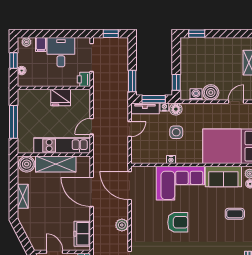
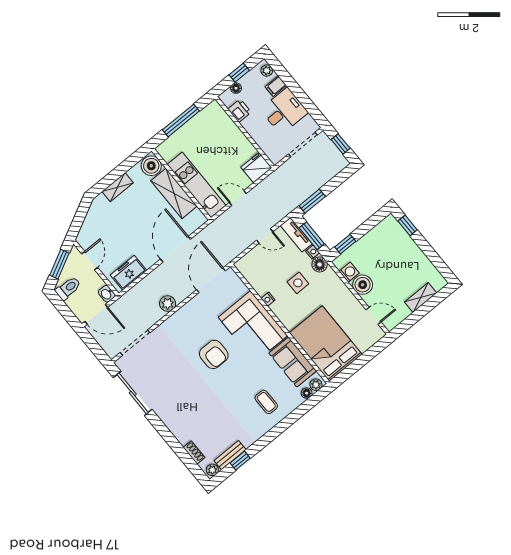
printer: (84, 79) -> (239, 111), moved, turned 90
fridge: (61, 97) -> (256, 168), moved, turned 90

